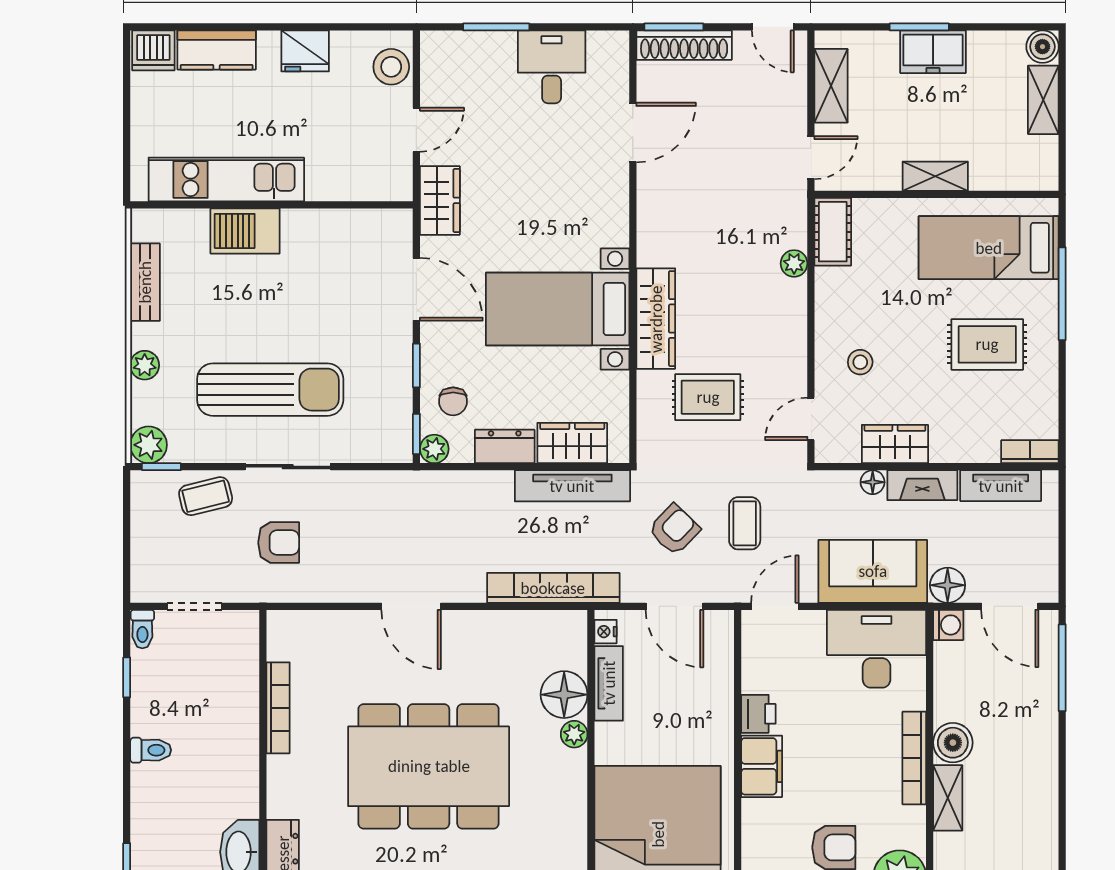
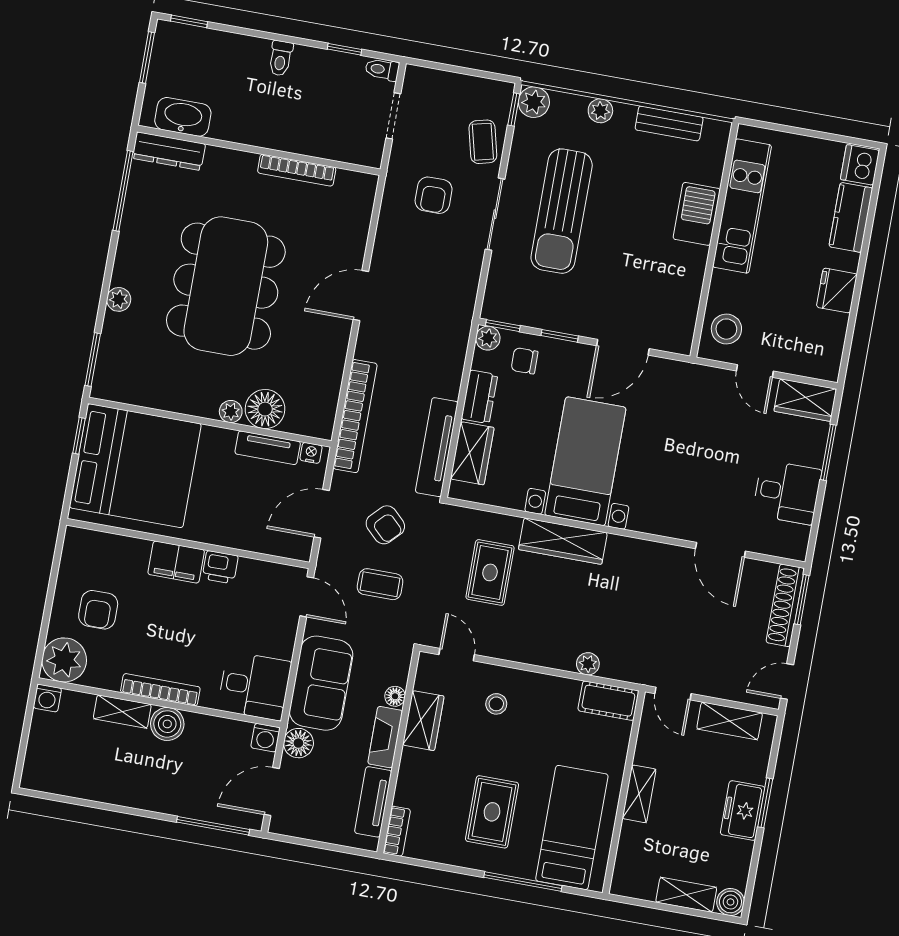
stool: (391, 67) -> (726, 329), moved
wardrobe: (440, 200) -> (805, 400), moved
desk: (877, 649) -> (254, 686), width x0.73

